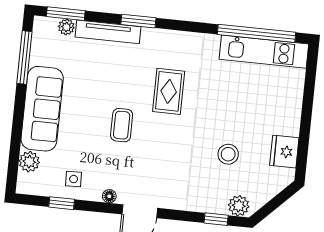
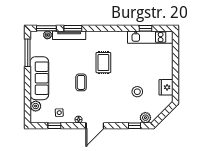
window: (138, 21) -> (73, 28), moved
window: (257, 33) -> (145, 28), width x0.32

